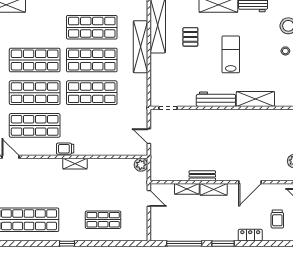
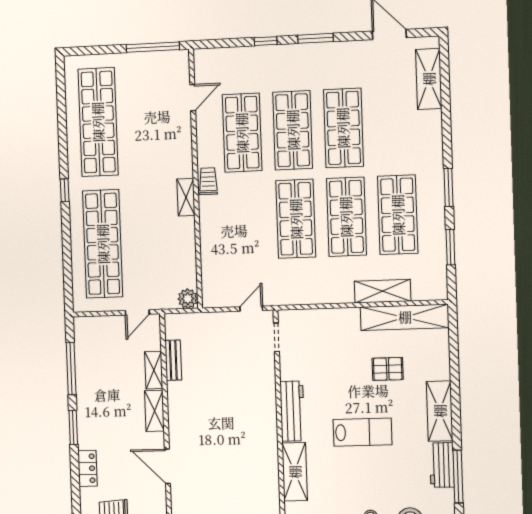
shelving: (140, 47) -> (383, 291), width x0.68
door: (149, 136) -> (251, 309), moved
bench: (202, 176) -> (173, 360), moved
shop shelf: (103, 220) -> (103, 244), width x2.00, depth x1.36

